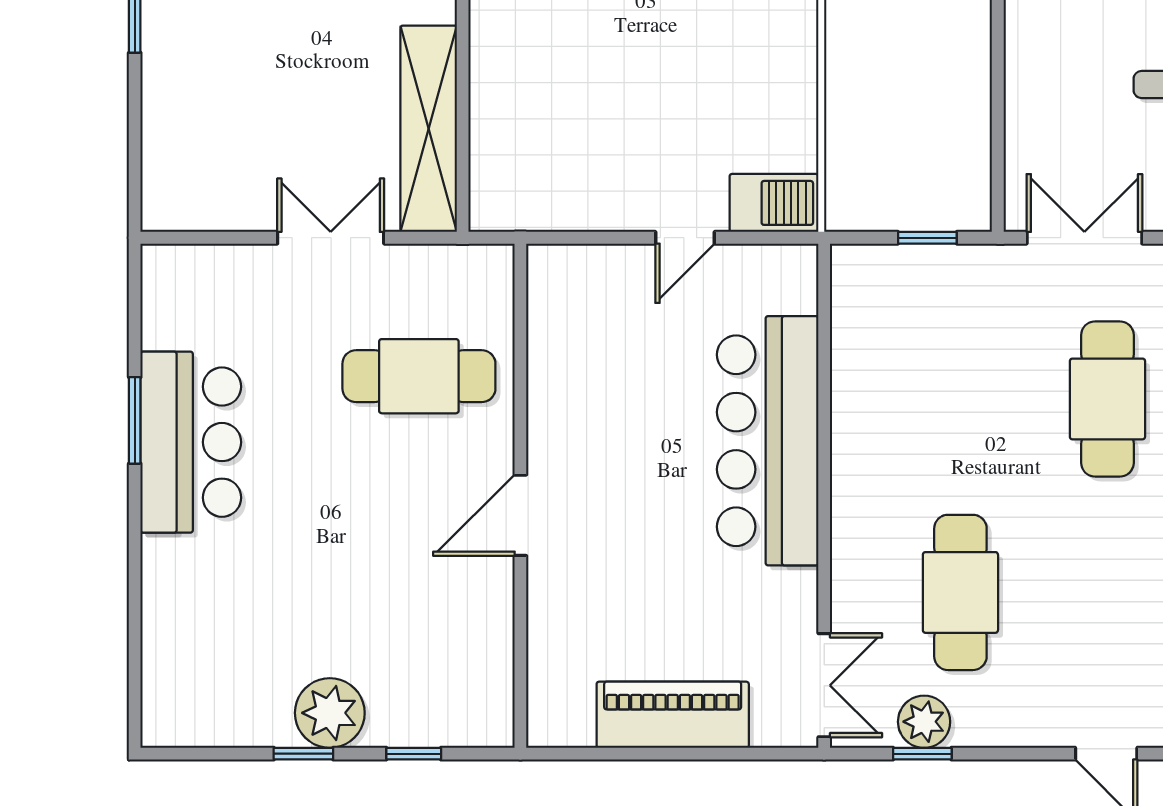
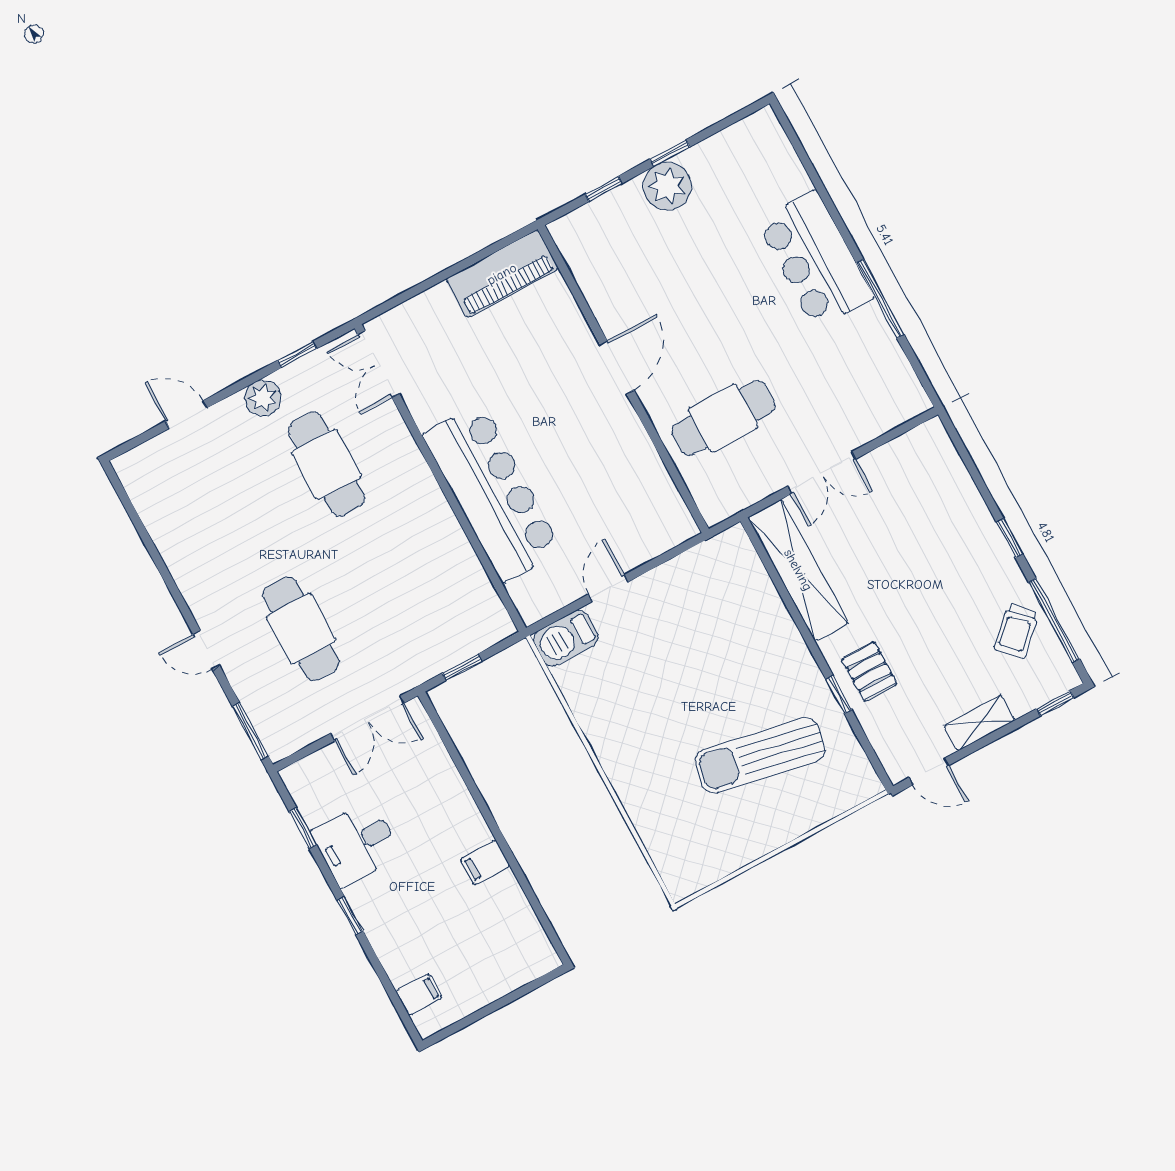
window: (135, 420) -> (880, 299), width x1.44
bar counter: (191, 442) -> (815, 259), moved
piano: (673, 715) -> (502, 274), moved
plant: (924, 722) -> (263, 398), moved

